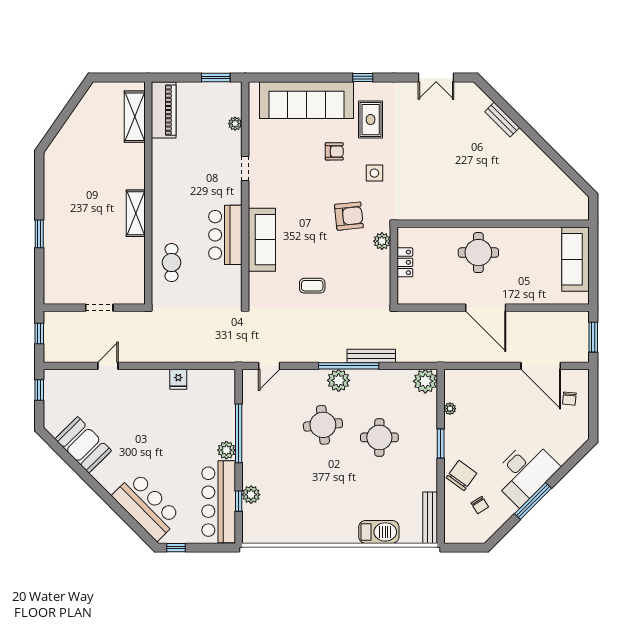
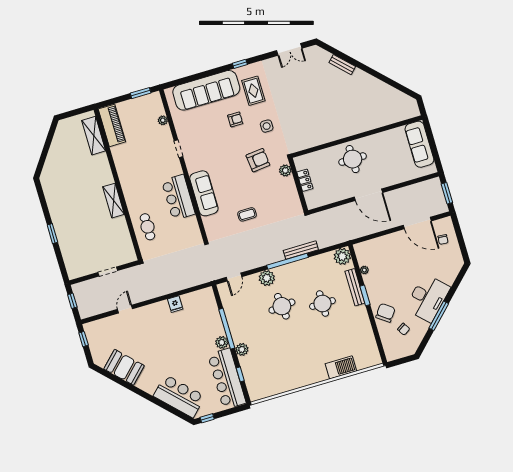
plant: (339, 380) -> (267, 278), moved
plant: (251, 495) -> (242, 349), moved
bench: (430, 518) -> (355, 287), moved

